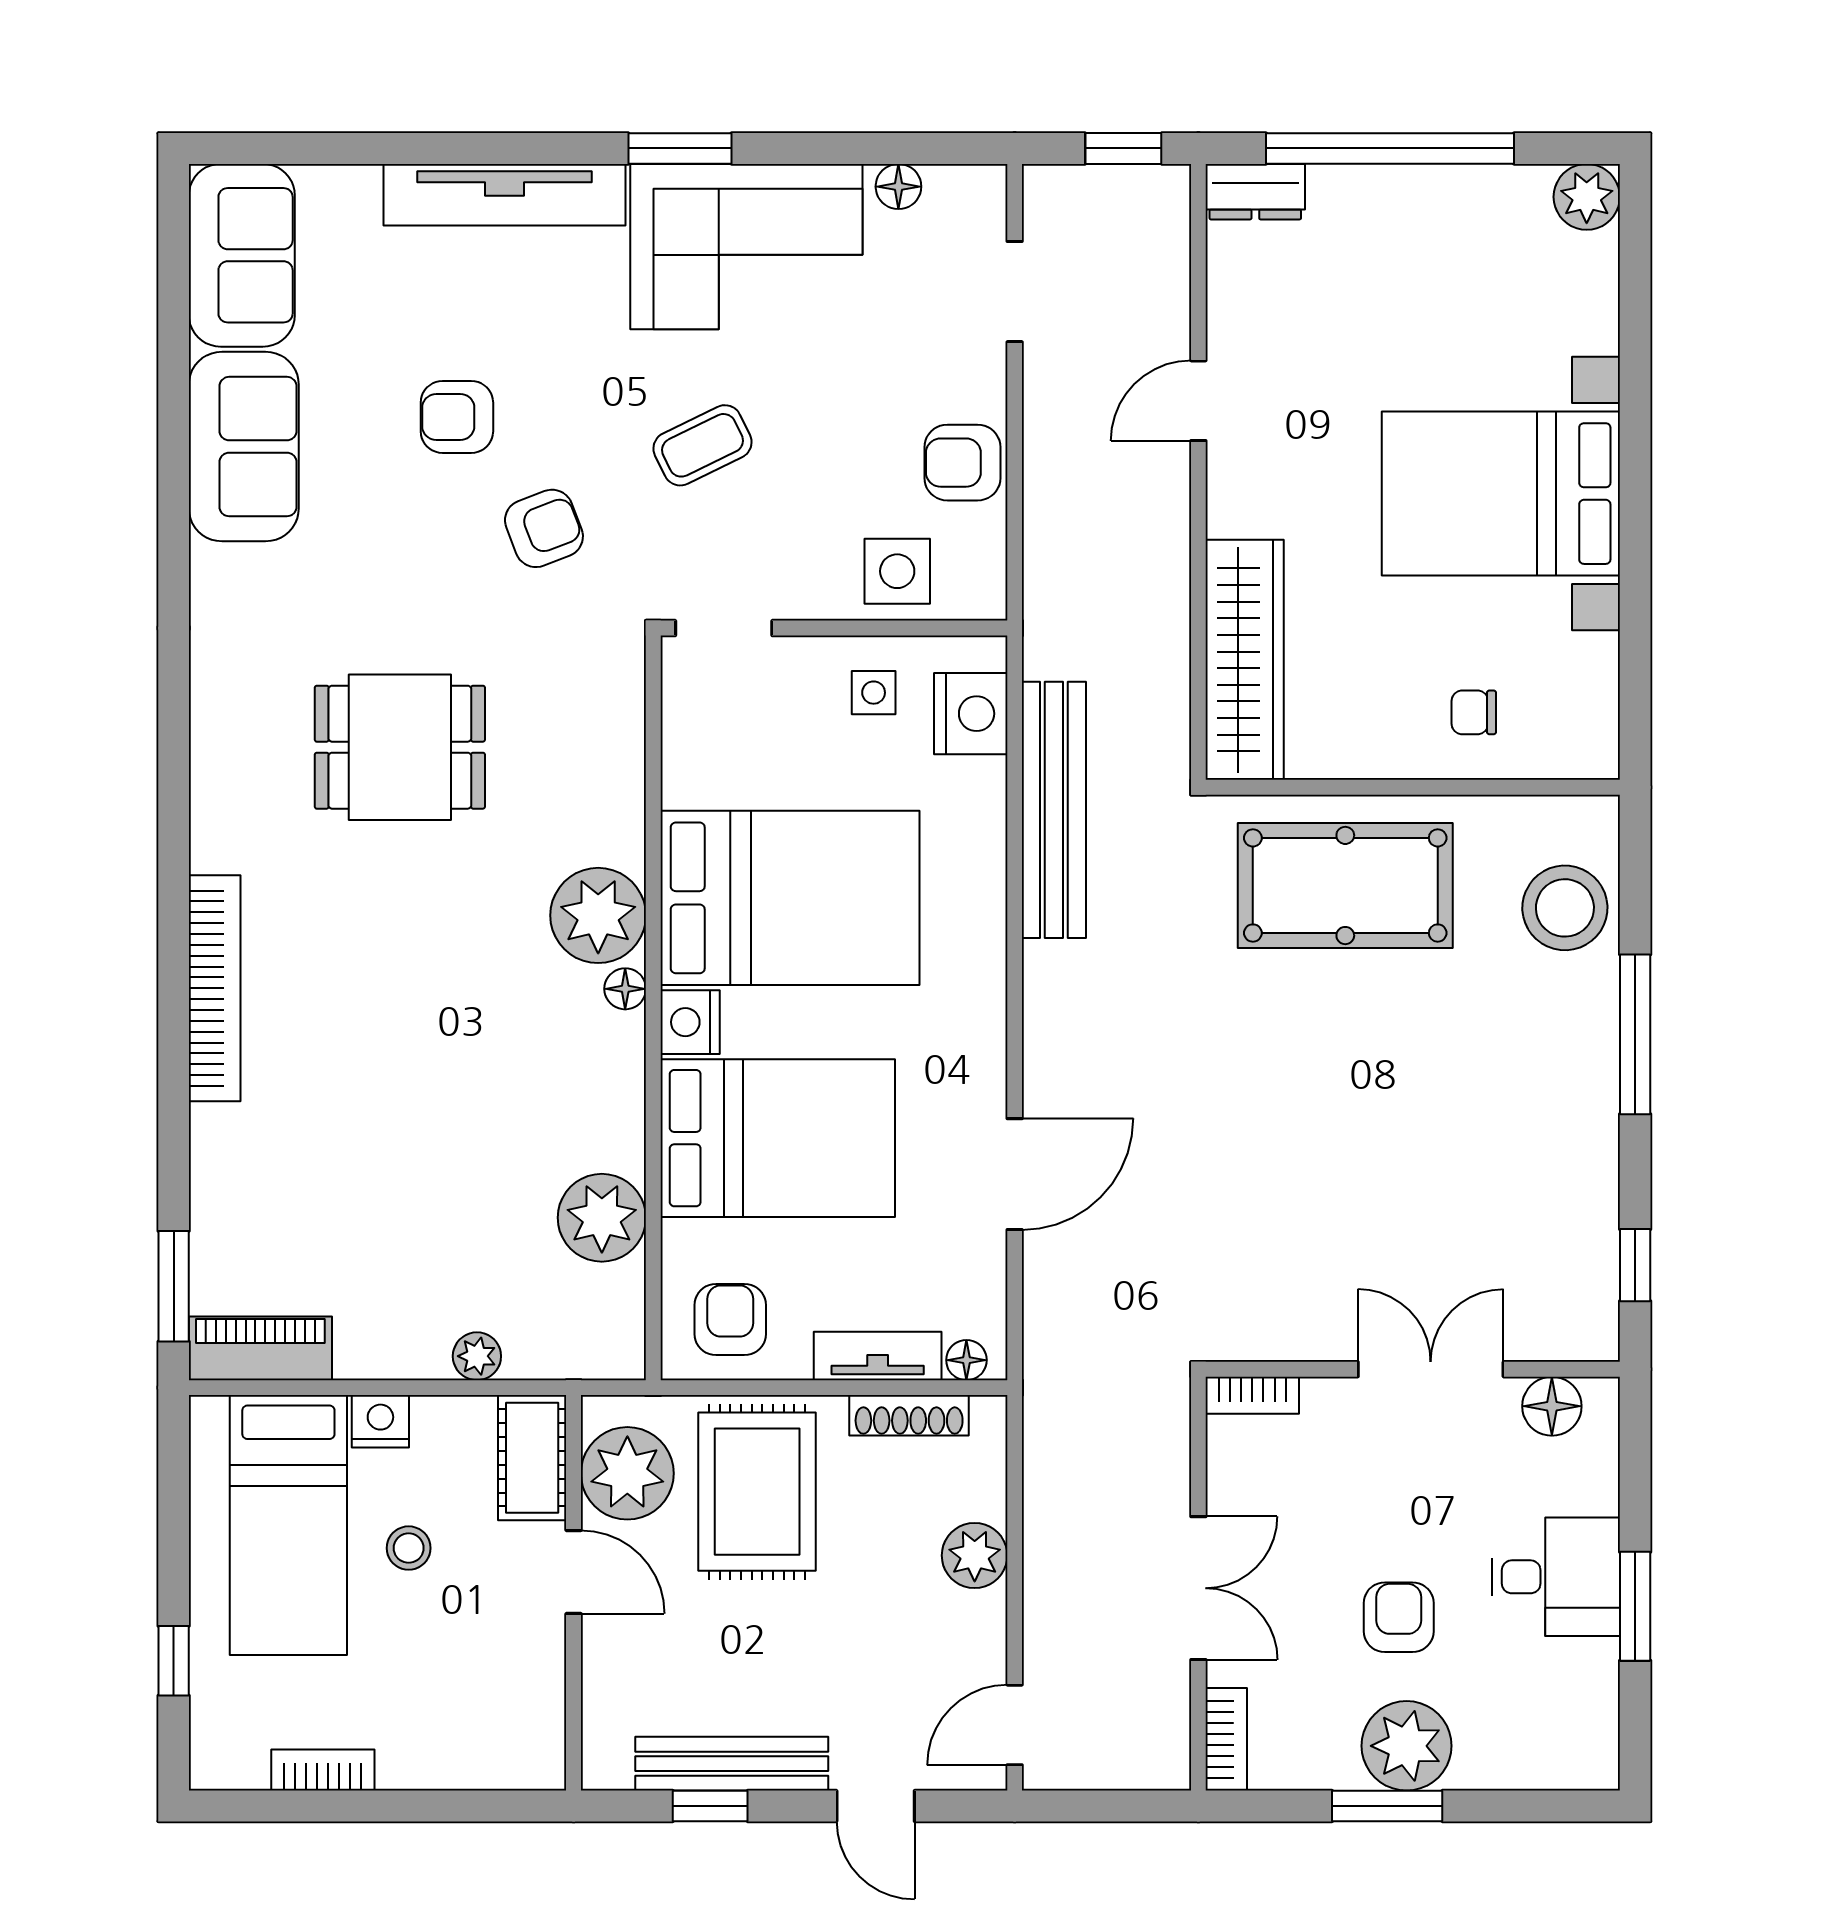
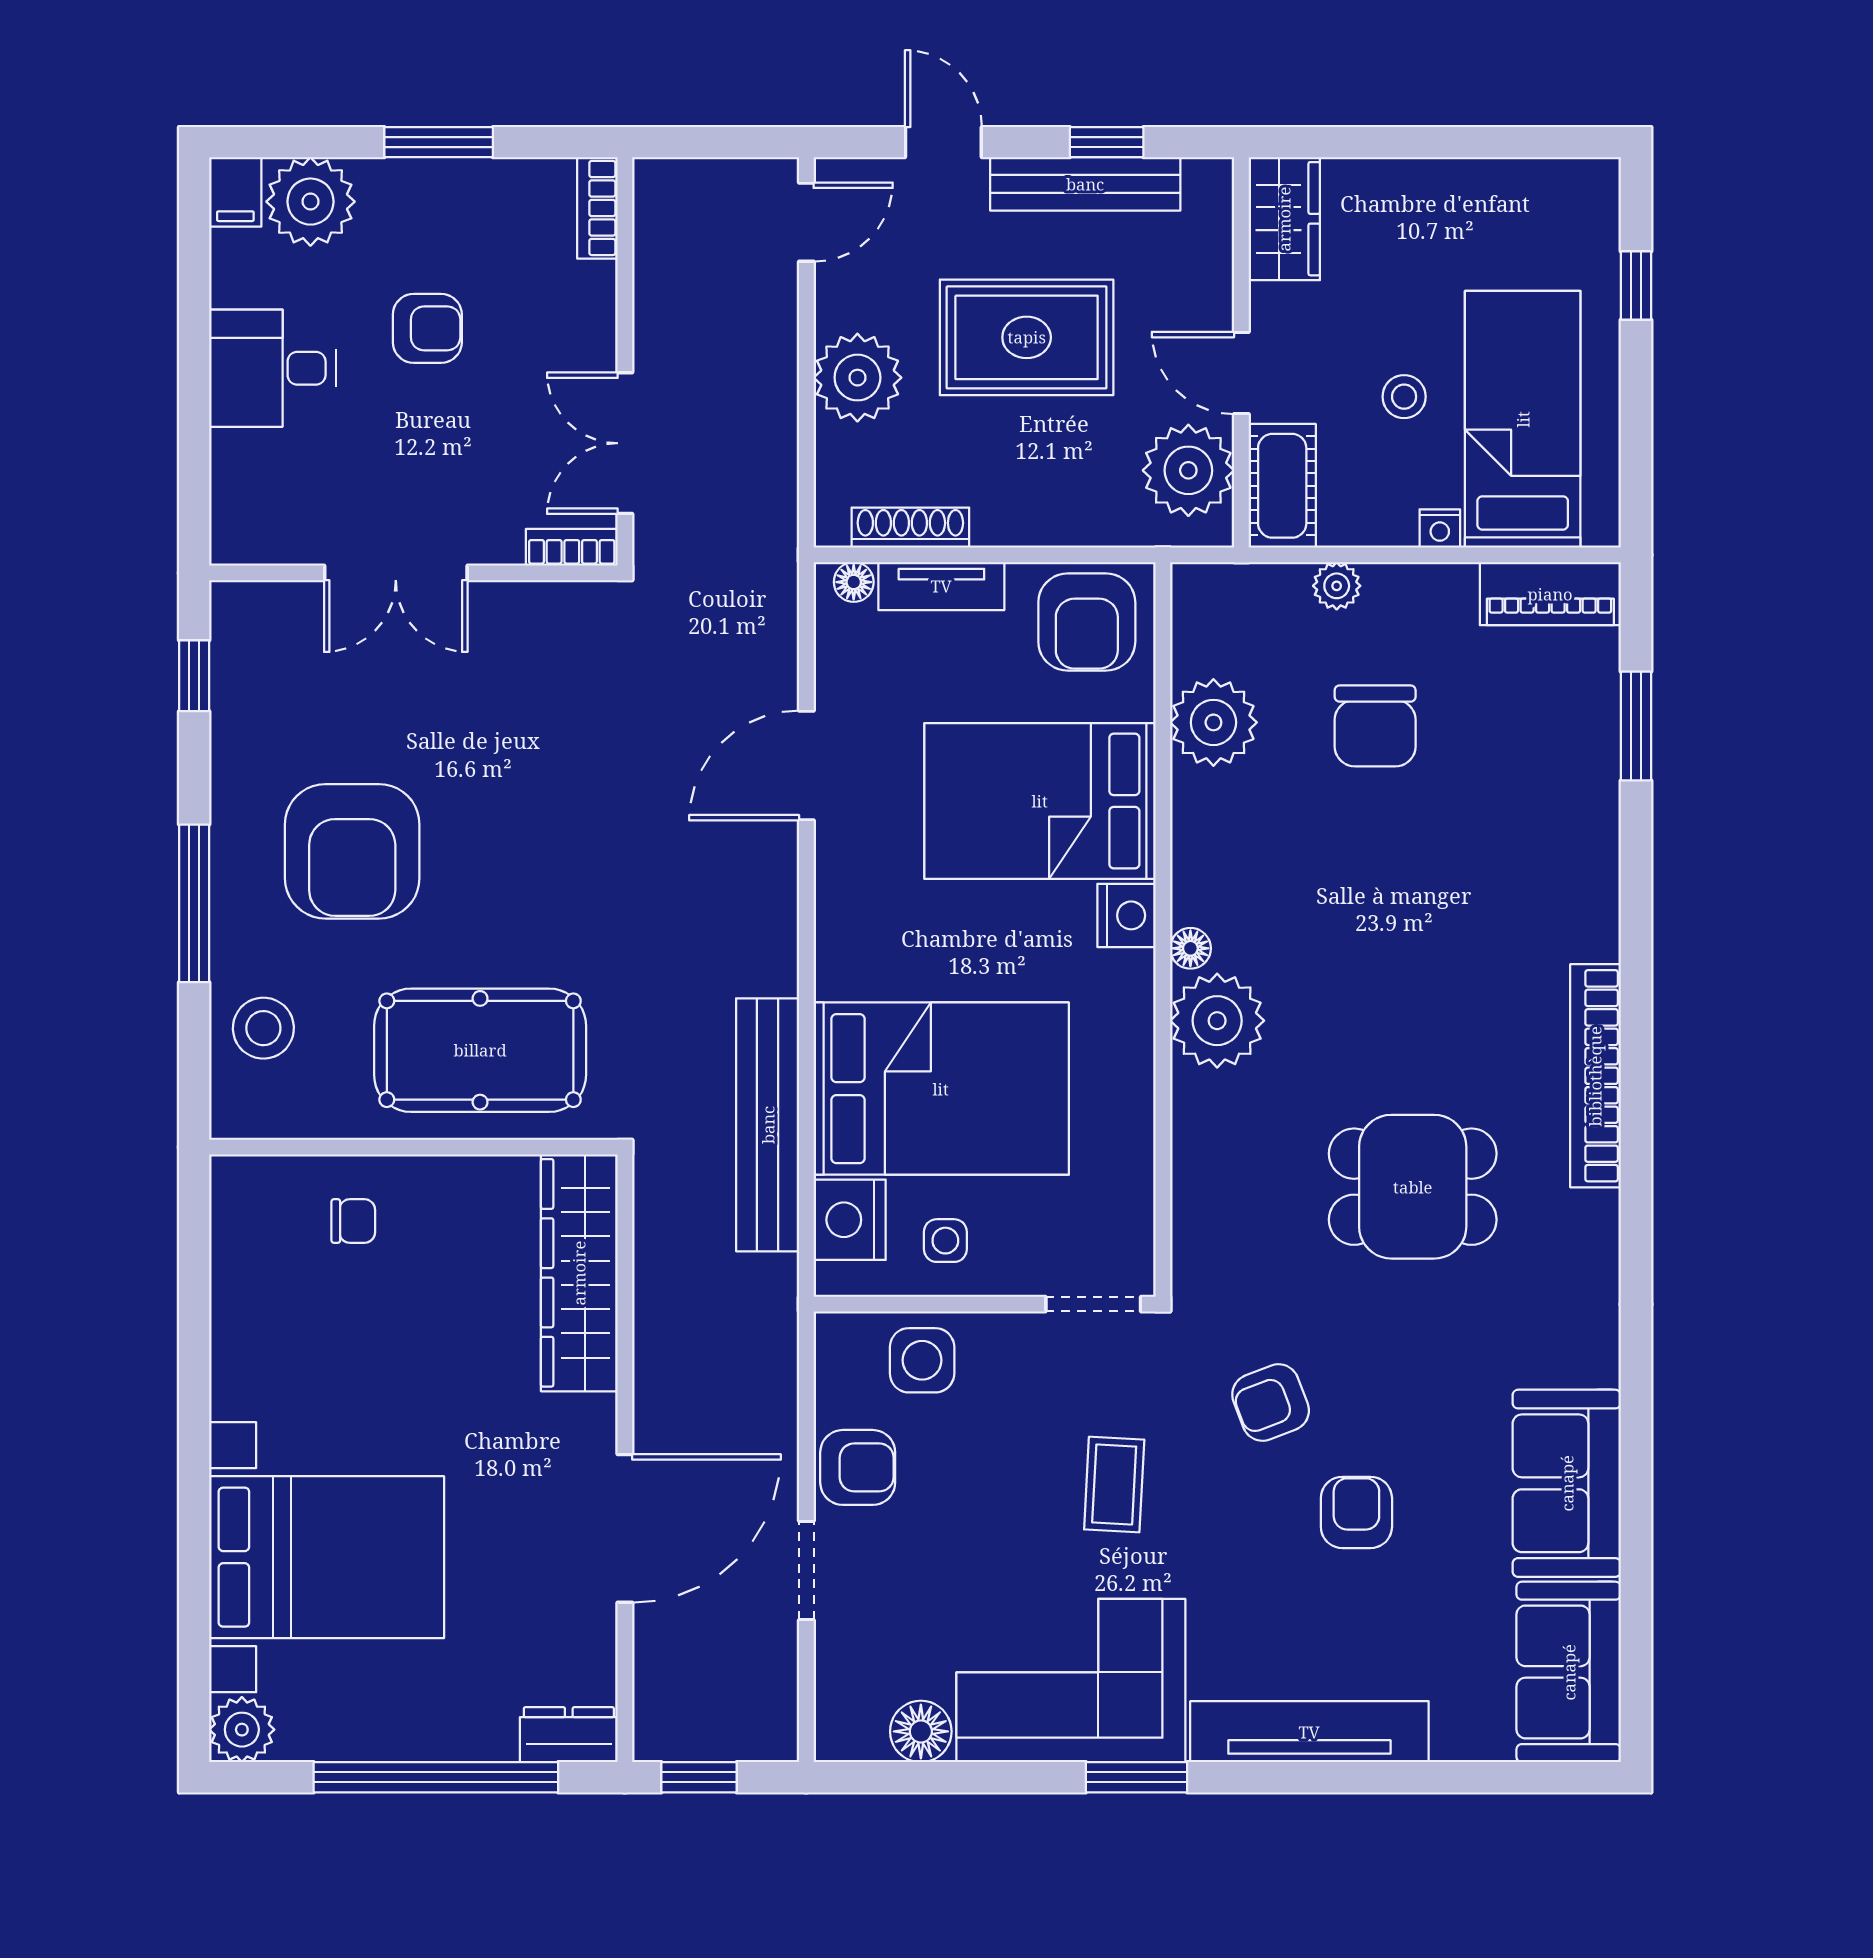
floor lamp: (898, 187) -> (921, 1731), width x1.37, depth x1.37
doorway: (1015, 292) -> (806, 1570), moved
door: (1198, 401) -> (625, 1528), width x1.87
armchair: (457, 417) -> (1356, 1512), turned -90
coffee table: (702, 445) -> (1114, 1484), turned -61
bed with nightstands: (1501, 494) -> (327, 1557), moved
bed: (790, 898) -> (941, 1089), moved, turned 180
stool: (1565, 908) -> (263, 1028), width x0.73, depth x0.73
bookcase: (215, 988) -> (1595, 1076), moved
armchair: (1475, 1087) -> (352, 851), added
chair: (438, 1214) -> (1375, 726), added
window: (174, 1286) -> (1636, 726), moved
armchair: (730, 1320) -> (1087, 622), width x1.38, depth x1.38
floor lamp: (1552, 1406) -> (276, 537), removed
nightstand: (380, 1421) -> (1440, 528), width x0.72, depth x0.74
rug: (757, 1492) -> (1027, 337), moved, turned 90
plant: (975, 1555) -> (857, 378), width x1.36, depth x1.36
double door: (1198, 1588) -> (625, 443), moved
window: (1635, 1606) -> (194, 339), removed
armchair: (1399, 1617) -> (427, 328), turned -90
wardrobe: (530, 1728) -> (1284, 219), added
plant: (1407, 1746) -> (310, 202), moved
filing cabinet: (1593, 1756) -> (235, 192), added
bookcase: (323, 1770) -> (1489, 178), removed

